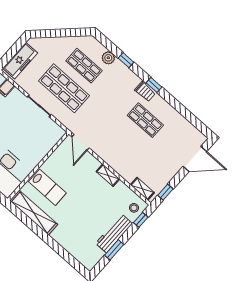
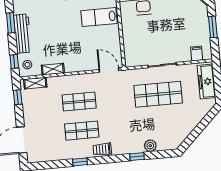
shop shelf: (84, 66) -> (79, 102), moved
window: (154, 85) -> (80, 162), moved
shelving: (108, 175) -> (53, 69), moved

